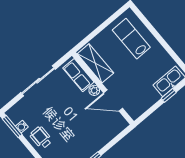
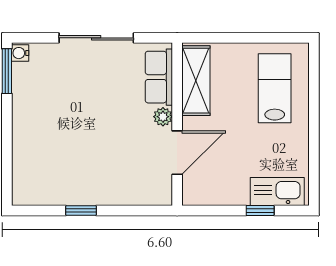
door: (113, 101) -> (177, 153), swing flipped
water cooler: (22, 127) -> (20, 53), moved
wheelchair: (41, 138) -> (34, 120), removed

